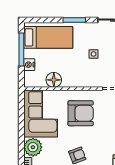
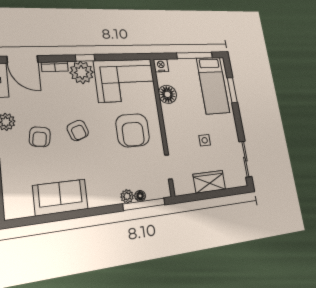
window: (74, 20) -> (232, 90), moved
nightstand: (29, 65) -> (161, 65), moved
window: (21, 143) -> (85, 58), added

